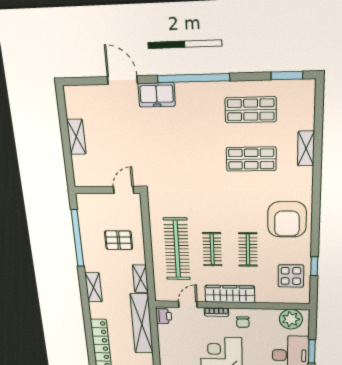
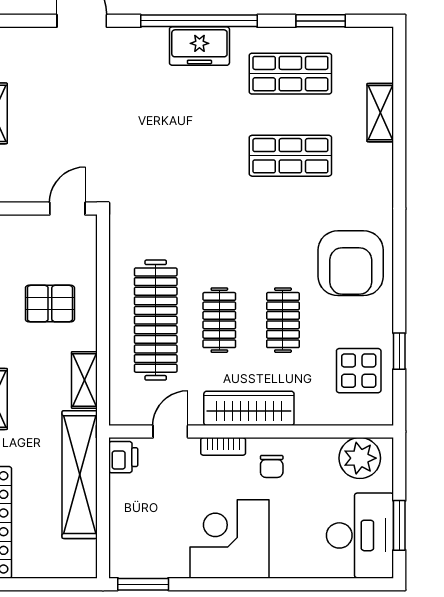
window: (287, 76) -> (321, 21), moved
freezer: (157, 95) -> (199, 46), moved
shelving: (306, 148) -> (380, 113), moved

